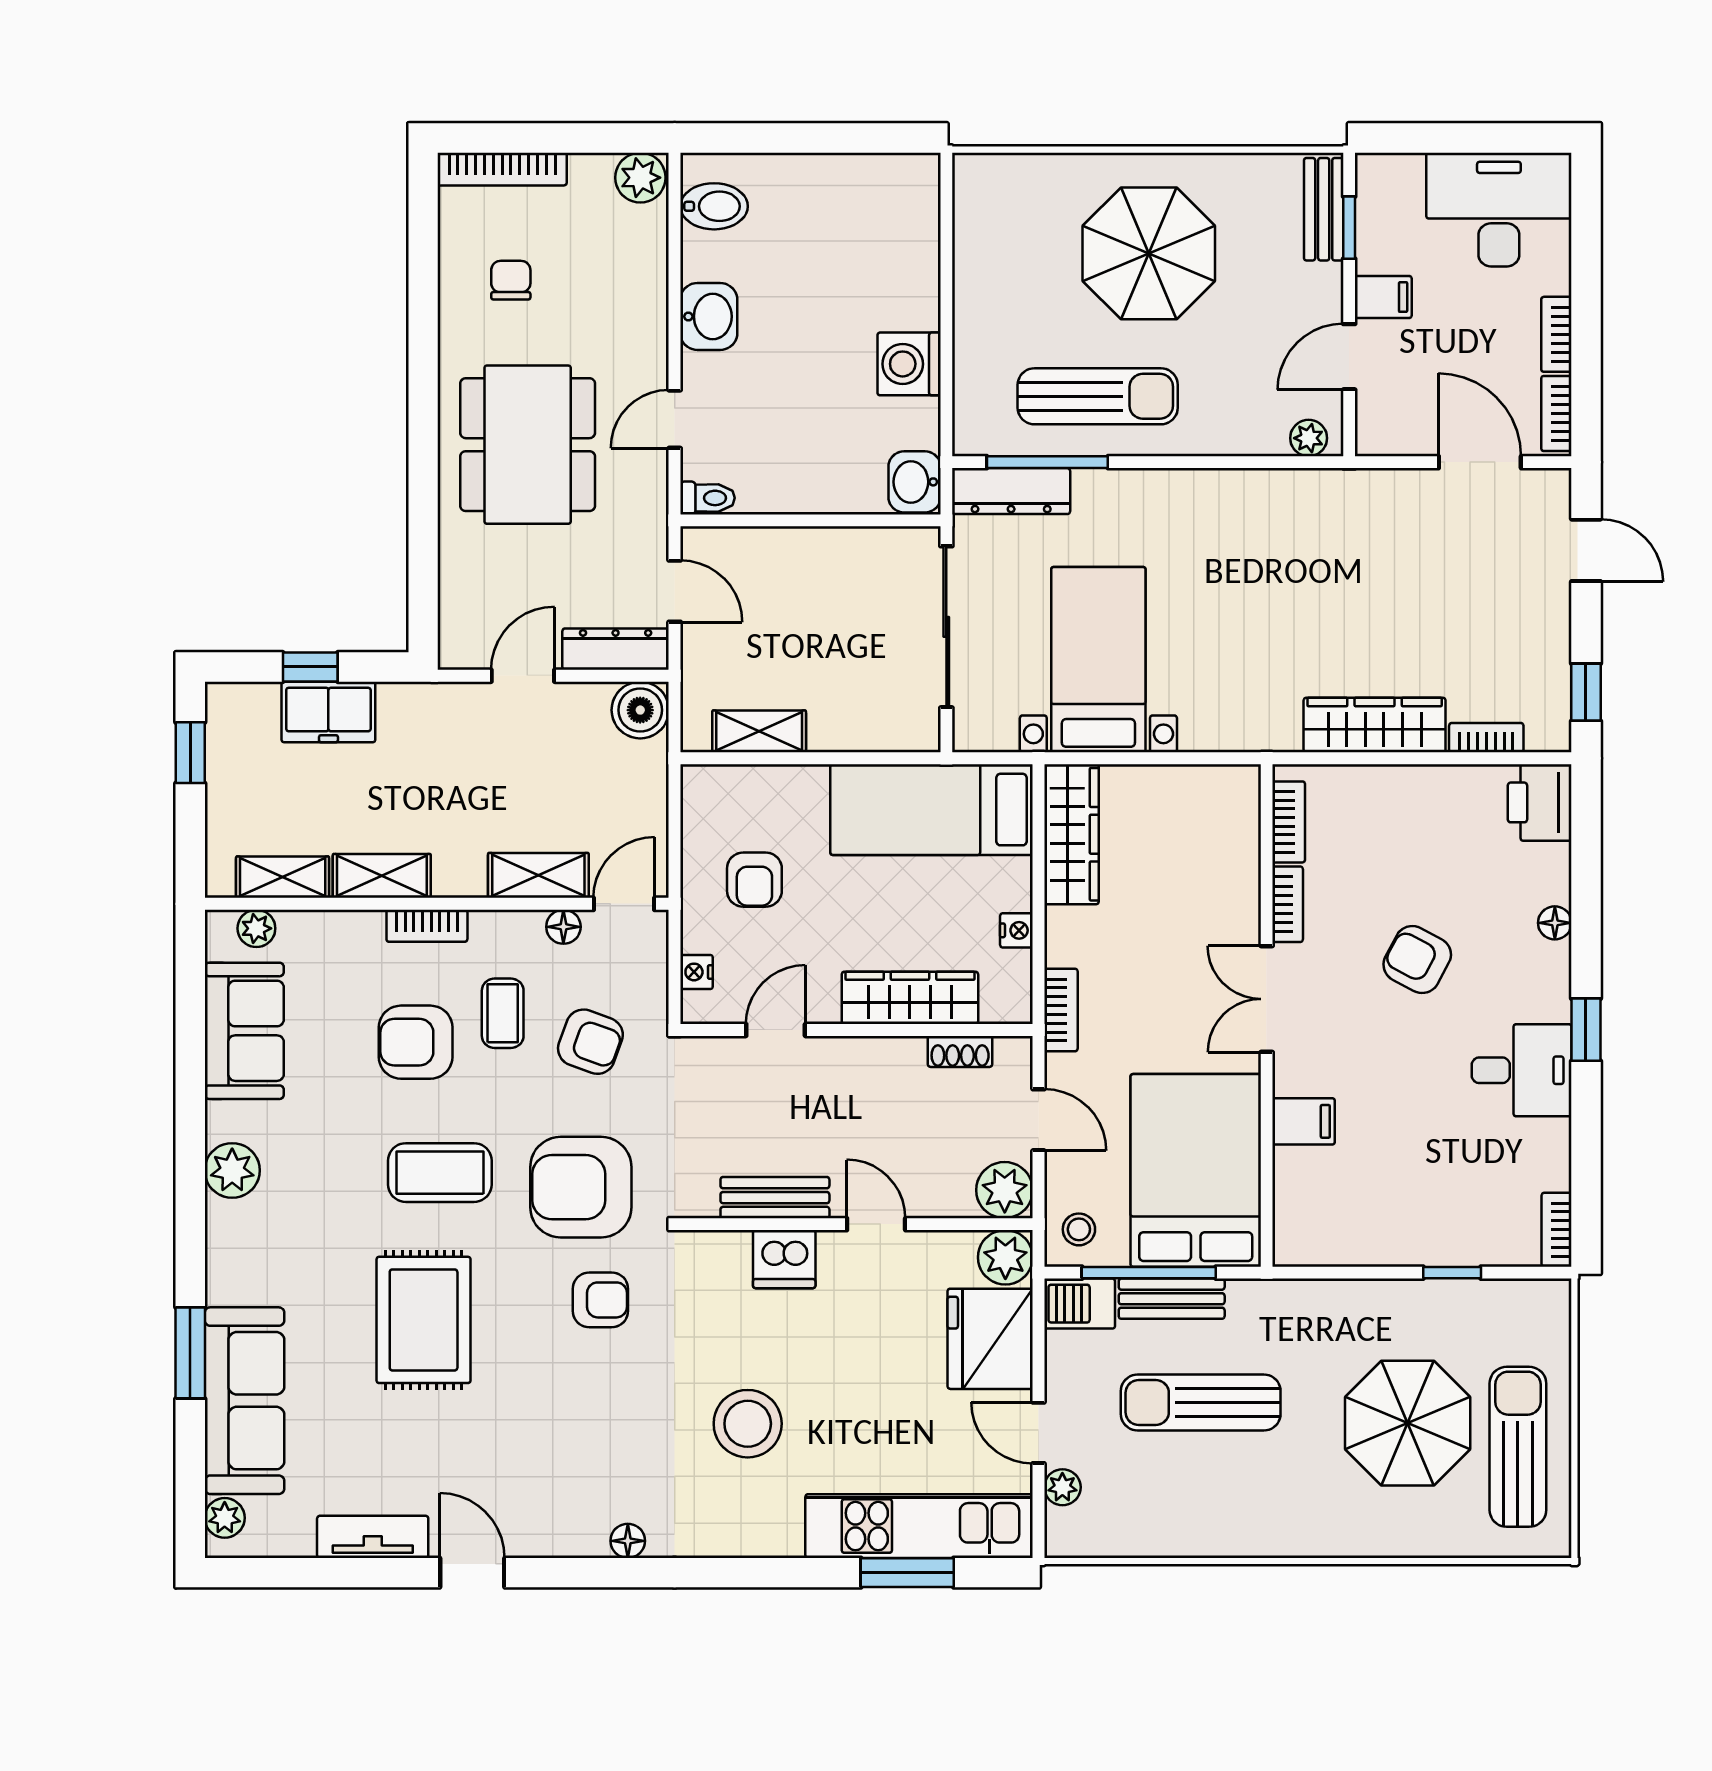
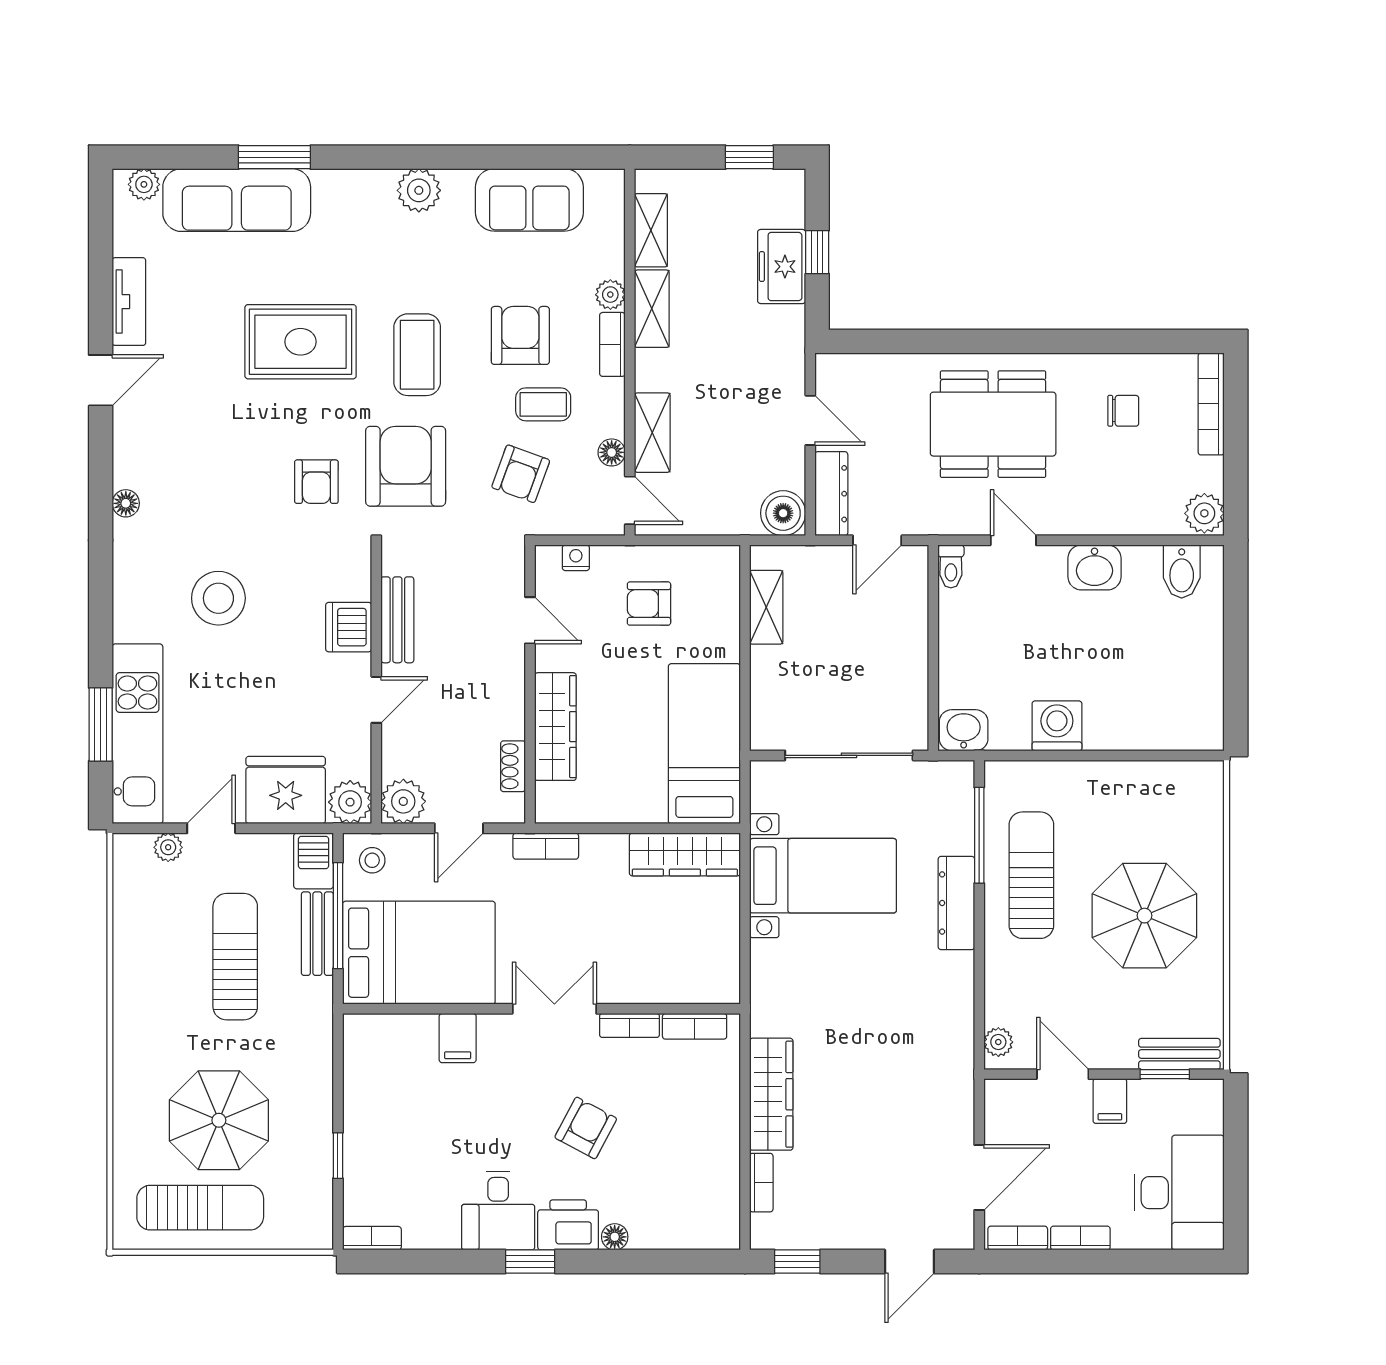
sun lounger: (1098, 396) -> (1031, 875), turned 180
dresser: (1011, 491) -> (956, 903), moved
printer: (1540, 802) -> (568, 1225), moved
plant: (256, 928) -> (610, 295), moved
nightstand: (1016, 930) -> (609, 811), removed

